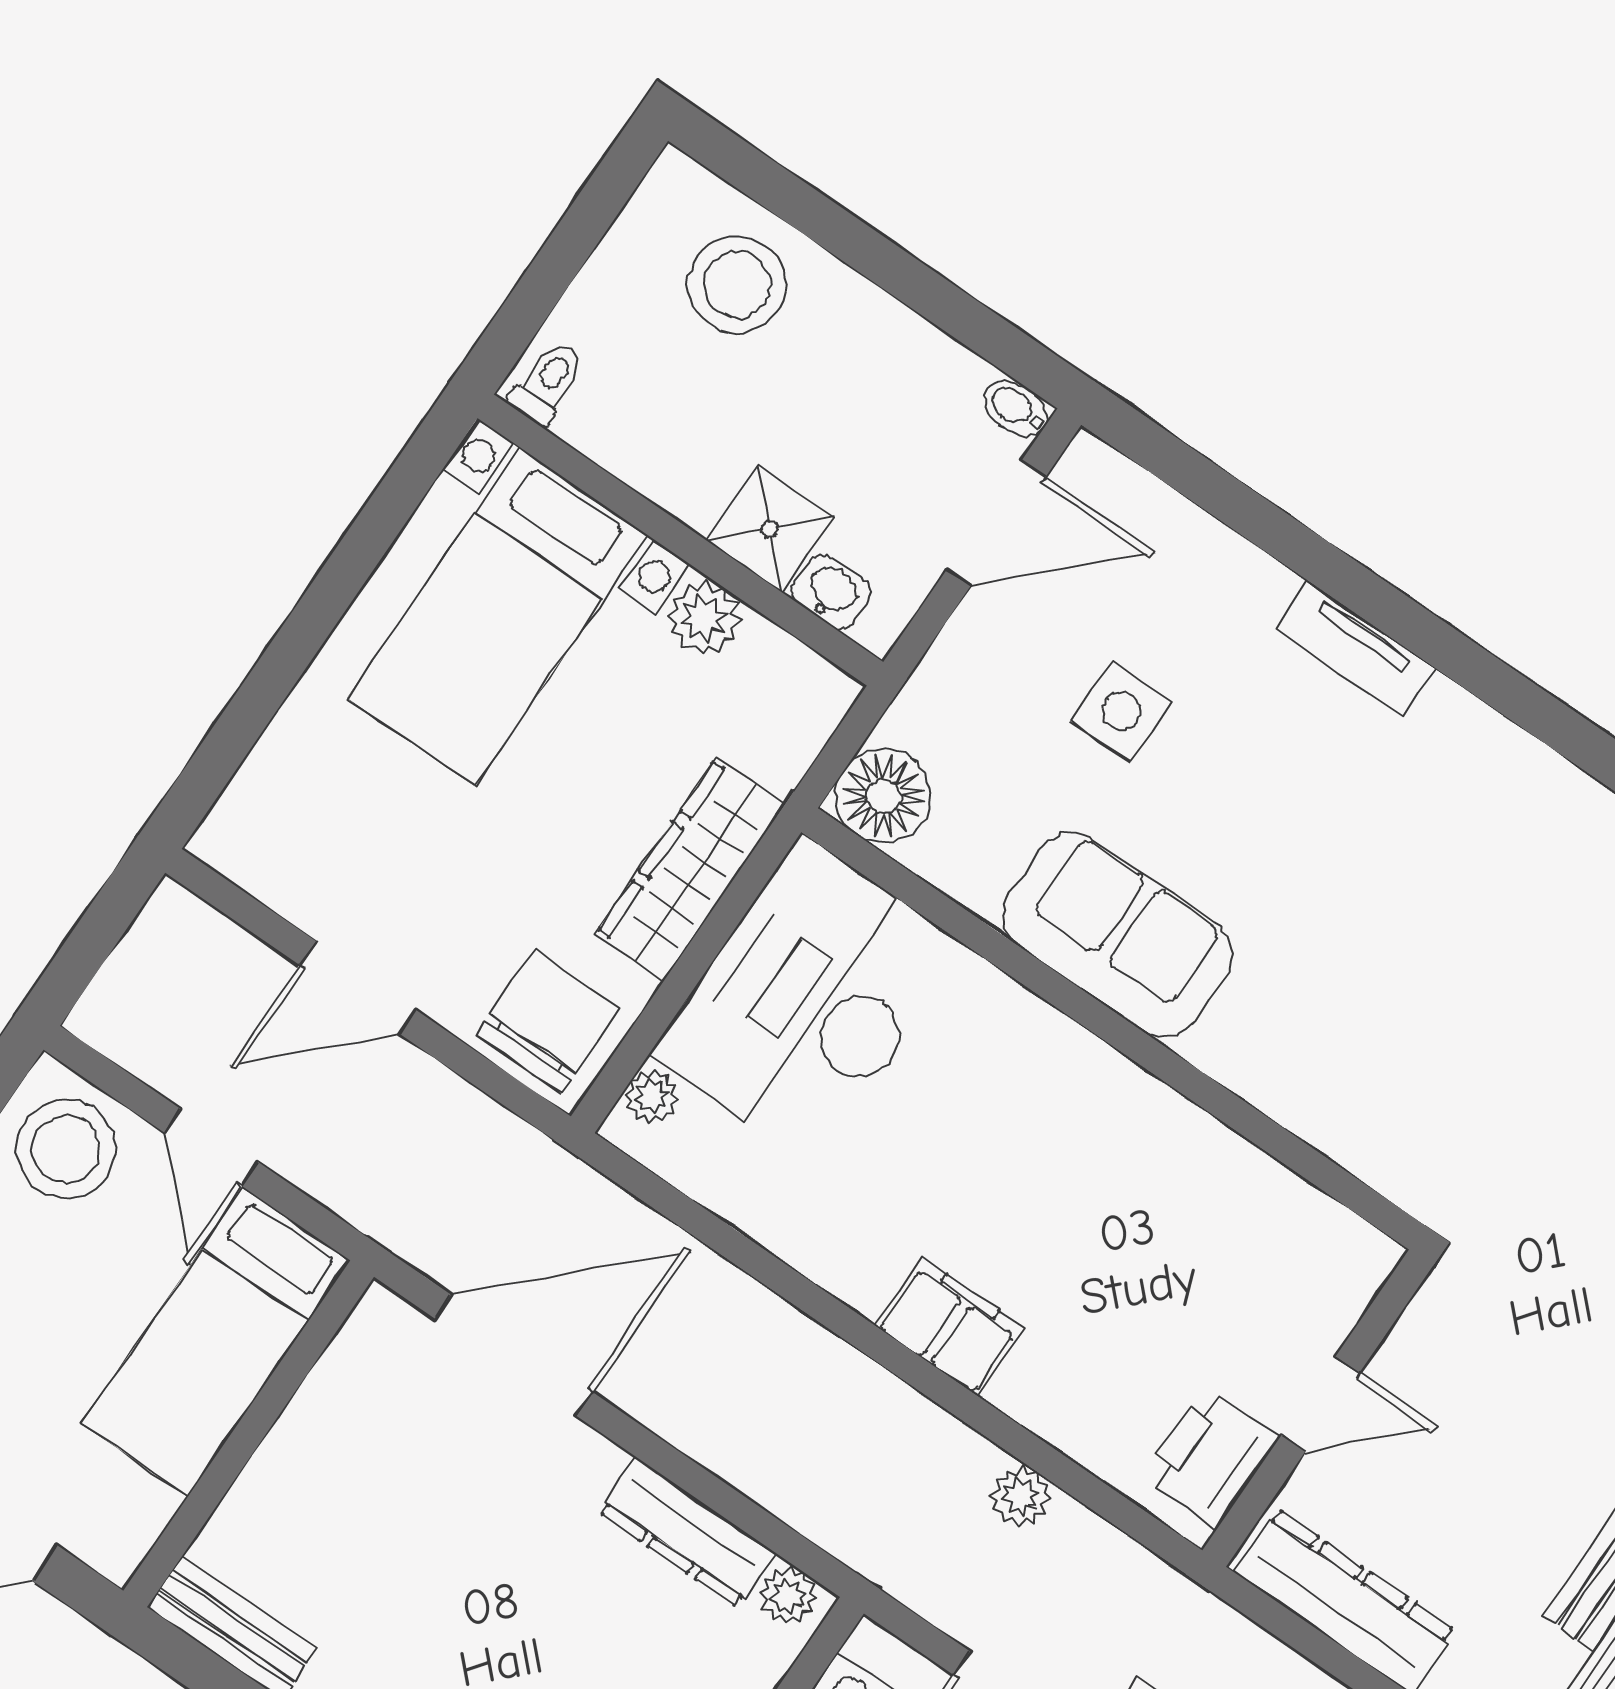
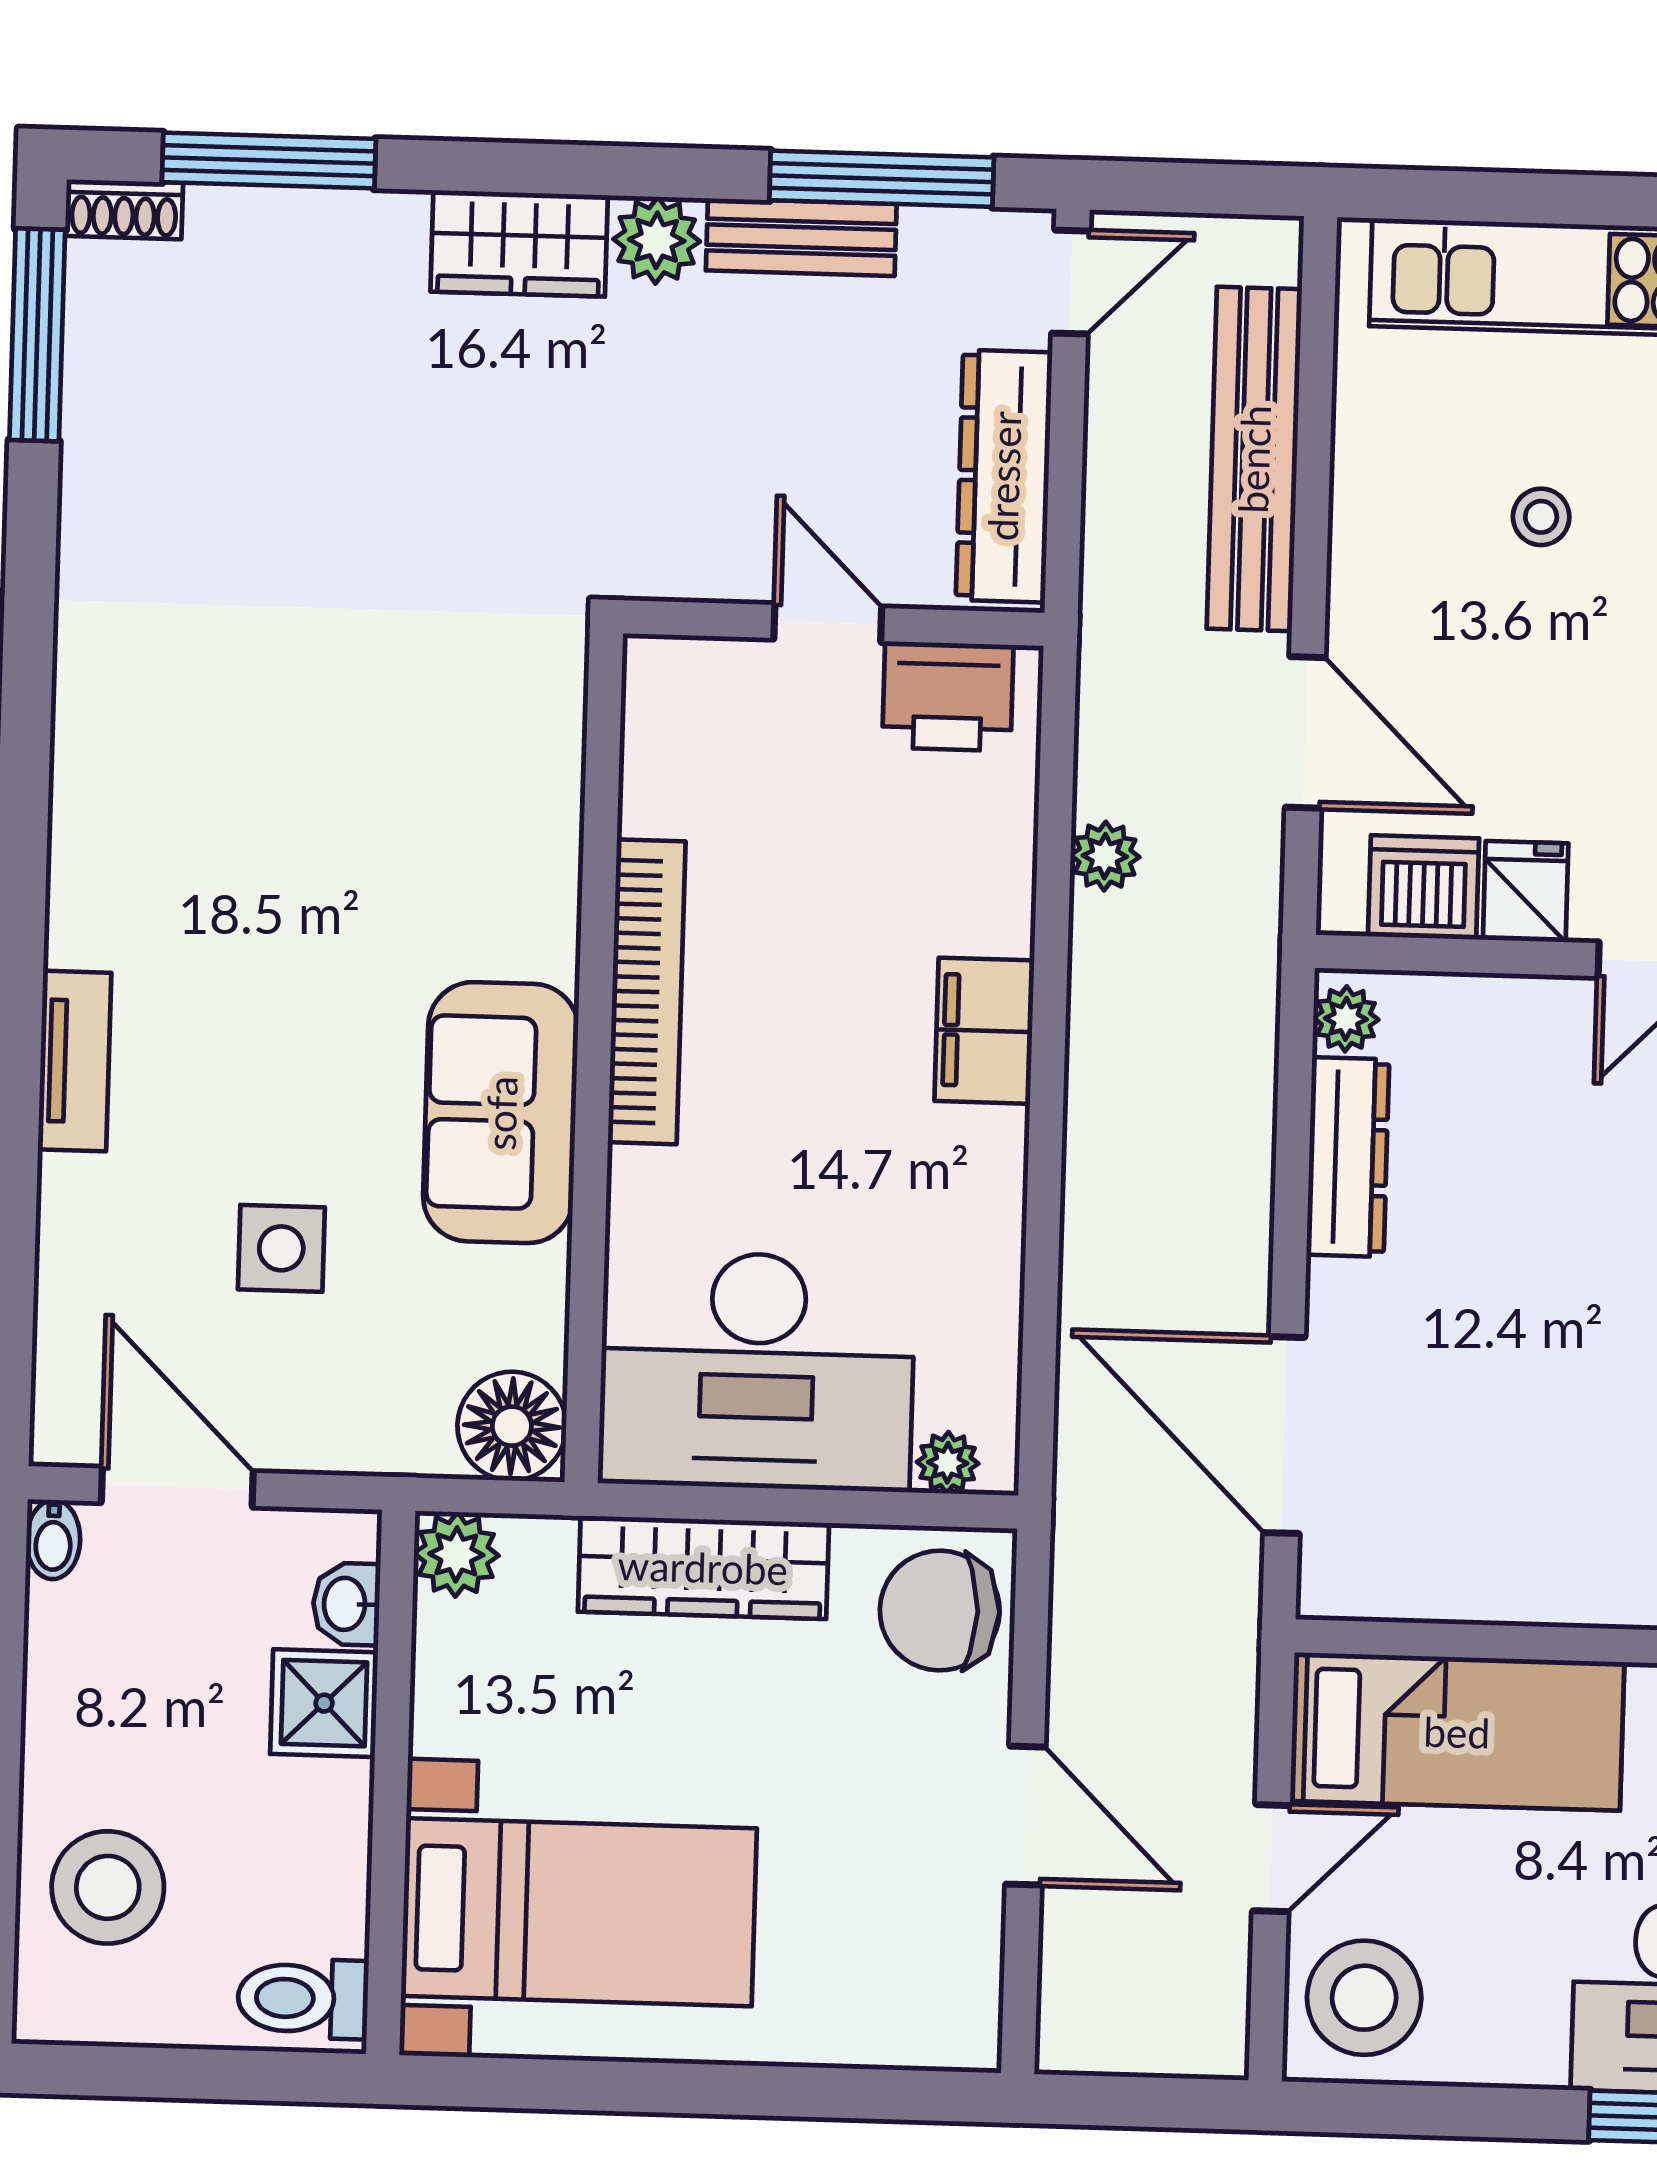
toilet: (548, 382) -> (303, 1998), width x1.37, depth x1.39
plant: (704, 618) -> (456, 1554), moved
bookcase: (1137, 1098) -> (647, 992), added

